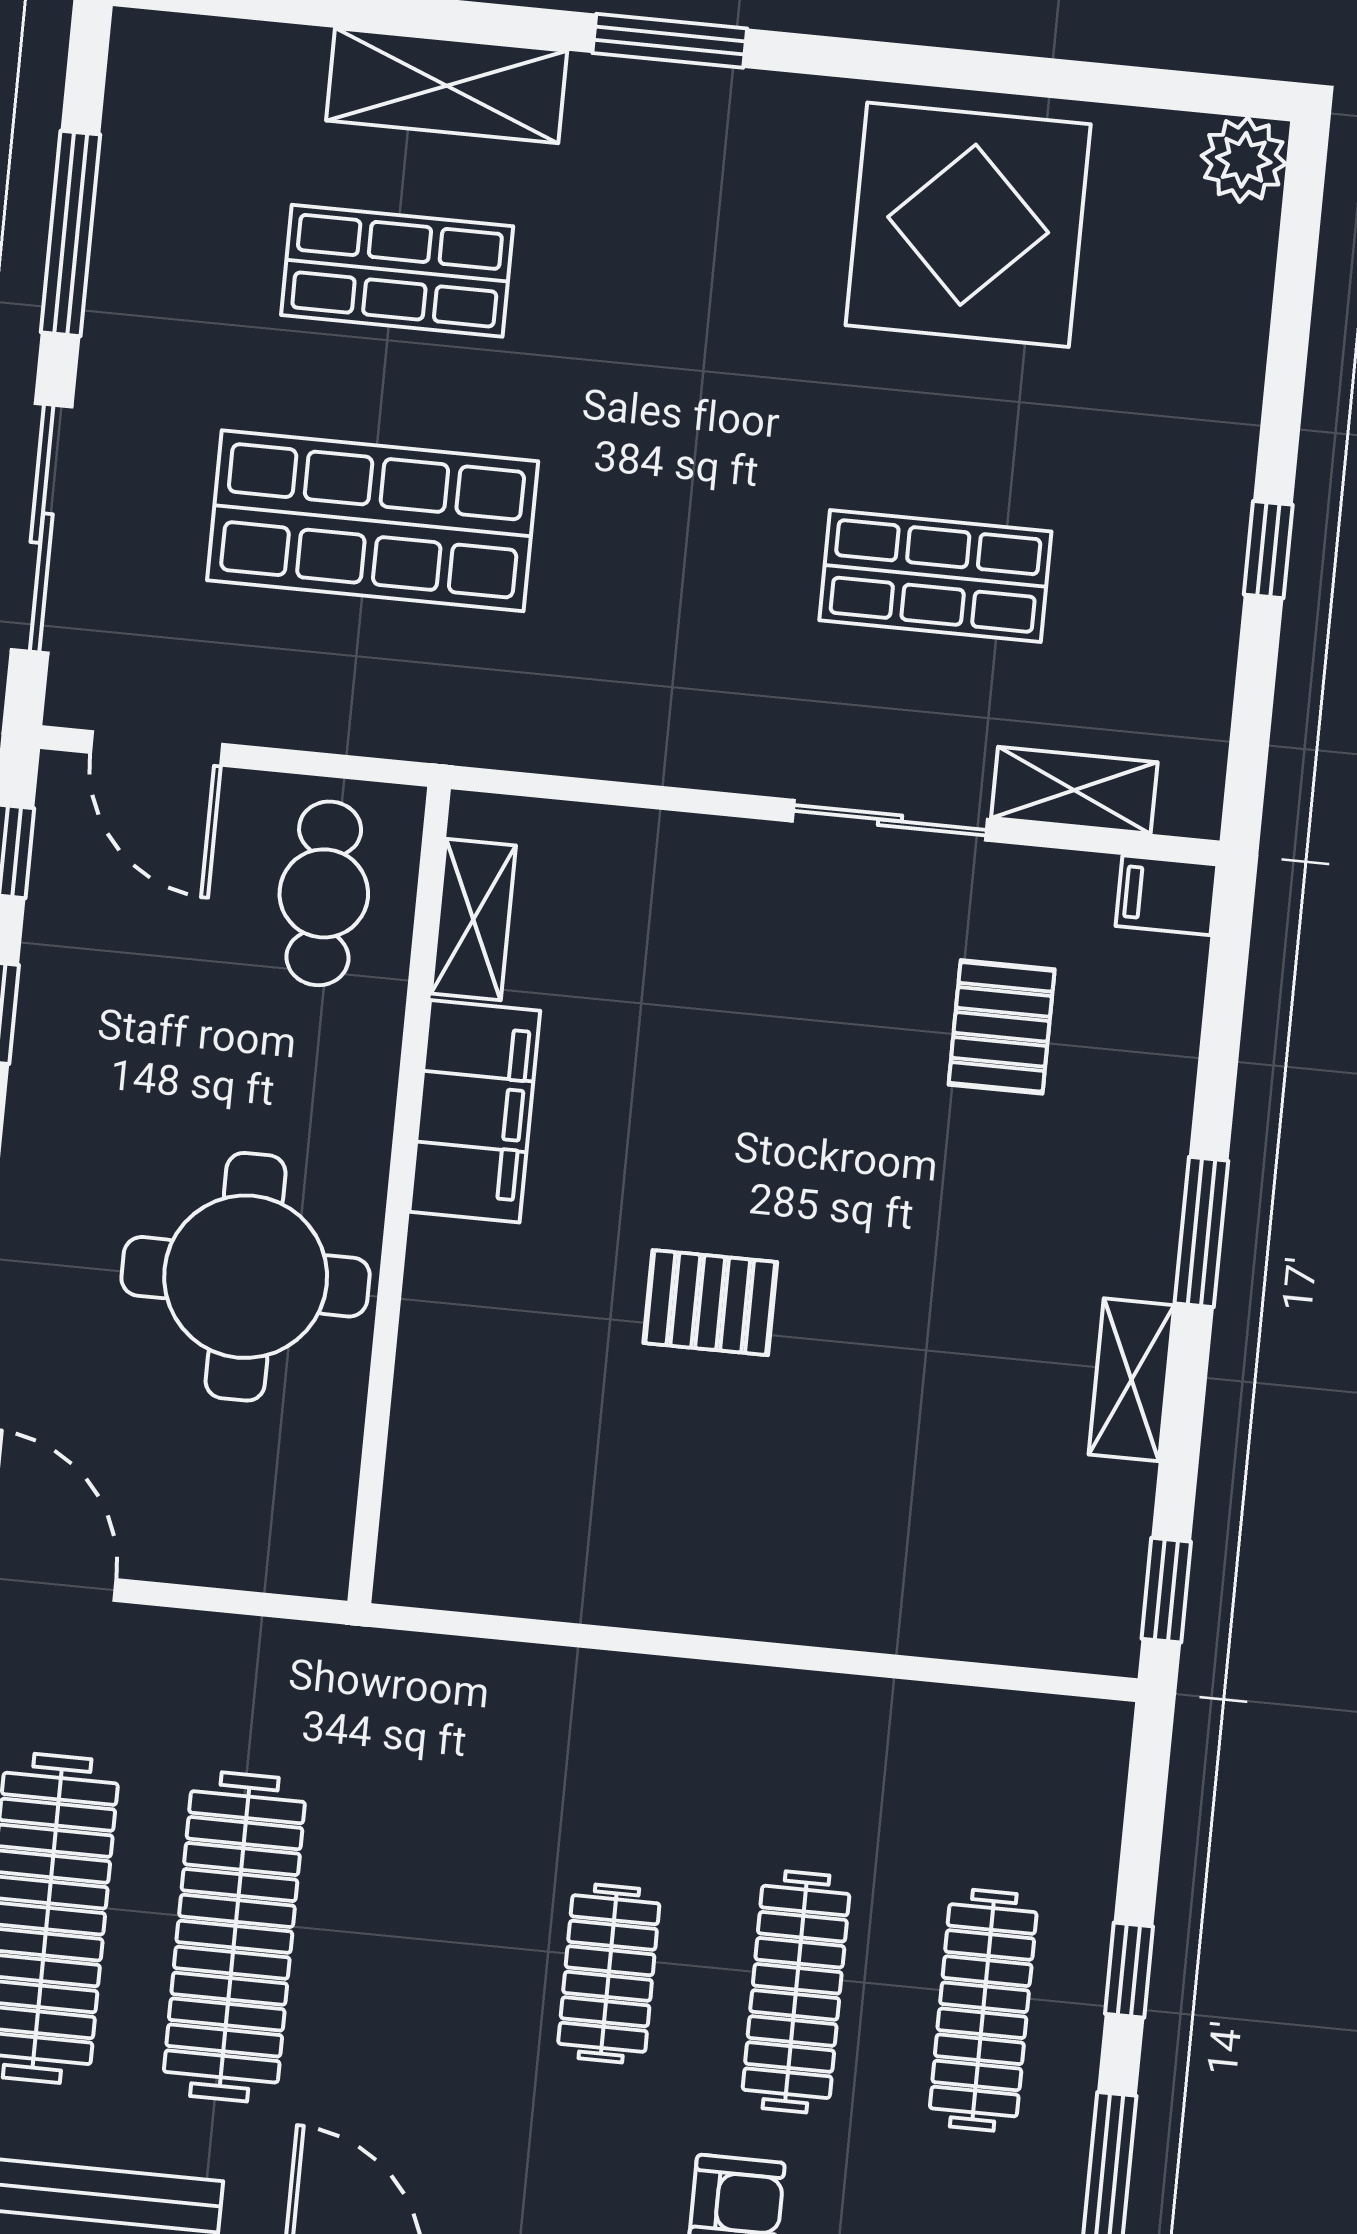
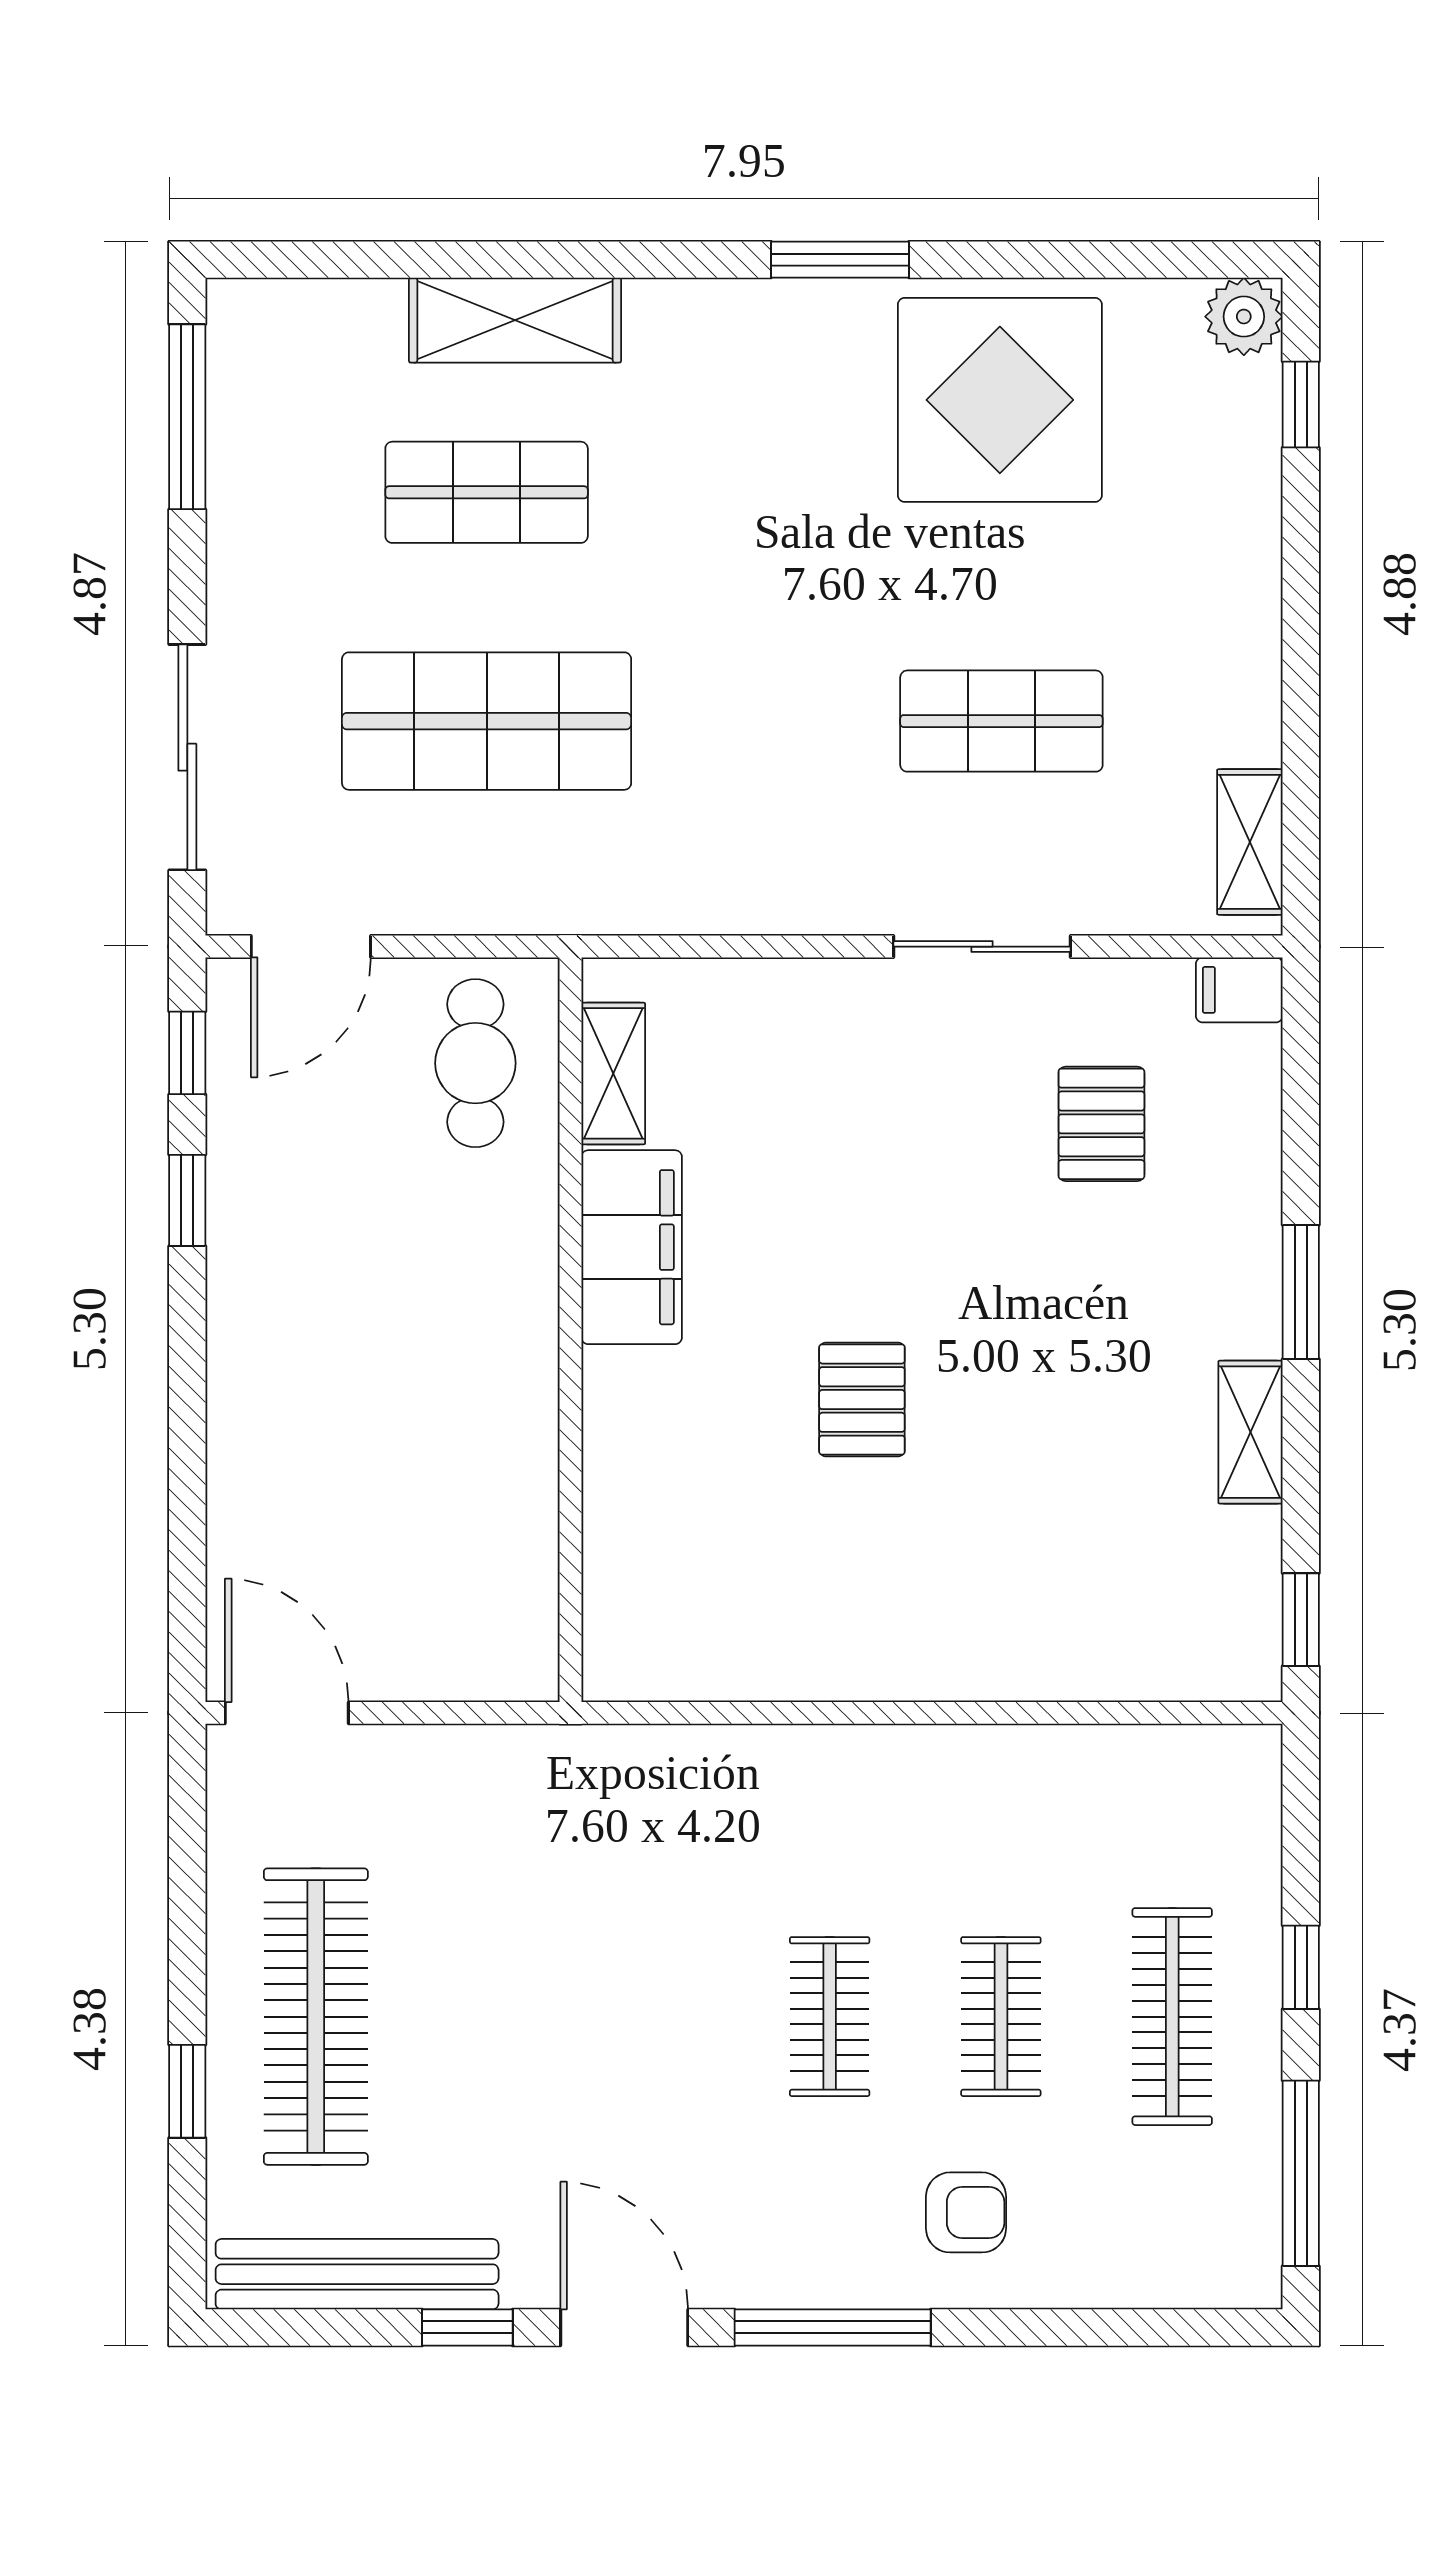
window: (670, 41) -> (840, 260), moved
window: (71, 233) -> (187, 417), moved
window: (1268, 550) -> (1301, 405), moved
door: (157, 748) -> (311, 947), hinge flipped
shelving: (1074, 790) -> (1250, 842), moved, turned 90
round table: (246, 1277) -> (439, 1417), removed
pallet: (710, 1303) -> (862, 1400), turned 90
clothes rail: (234, 1937) -> (487, 2017), removed
clothes rail: (796, 1992) -> (1001, 2017), width x0.73

